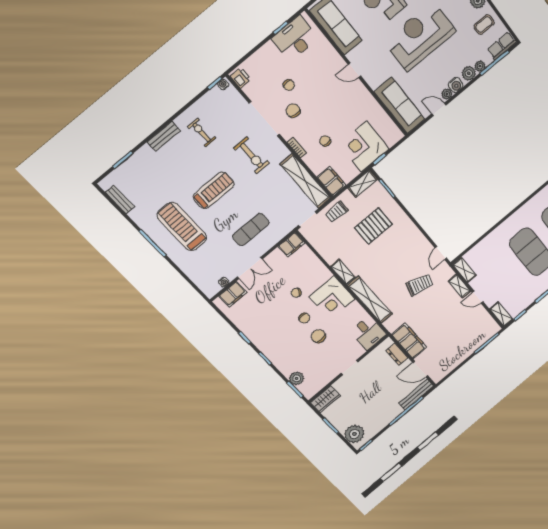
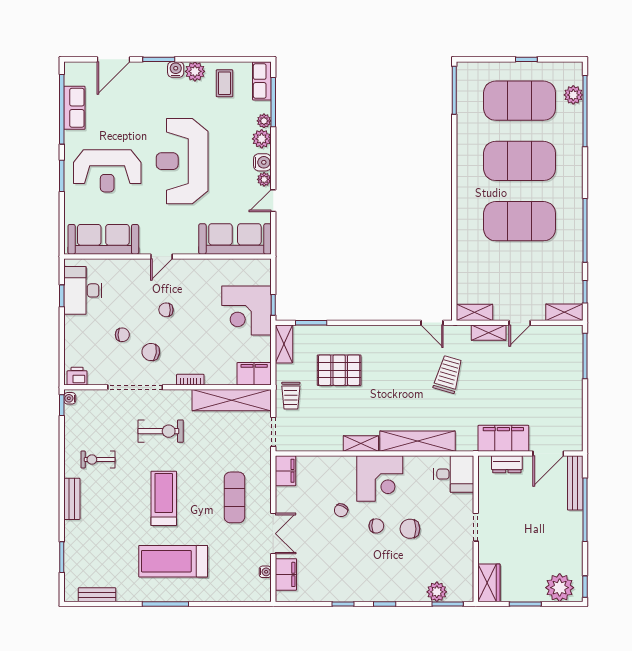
chair: (325, 141) -> (166, 310), moved
pallet: (373, 226) -> (339, 370), turned 90

